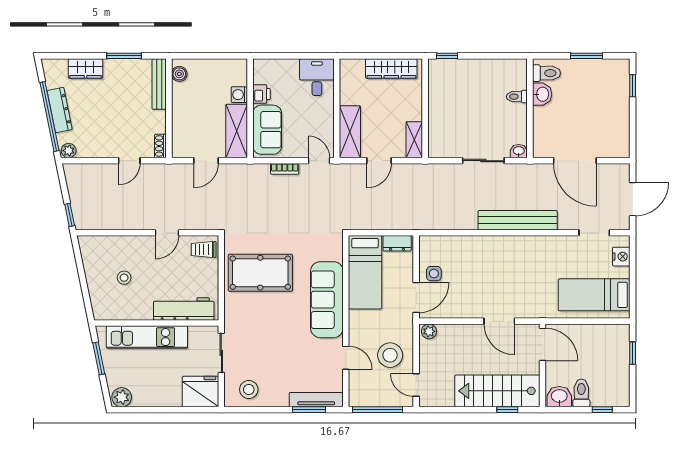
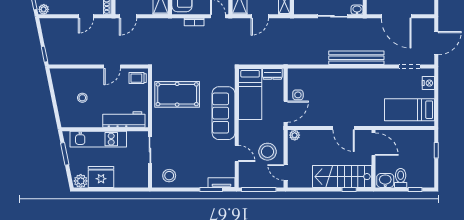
door: (206, 161) -> (128, 16), moved
fridge: (200, 392) -> (101, 177), moved
tv unit: (316, 400) -> (221, 183), width x0.71

